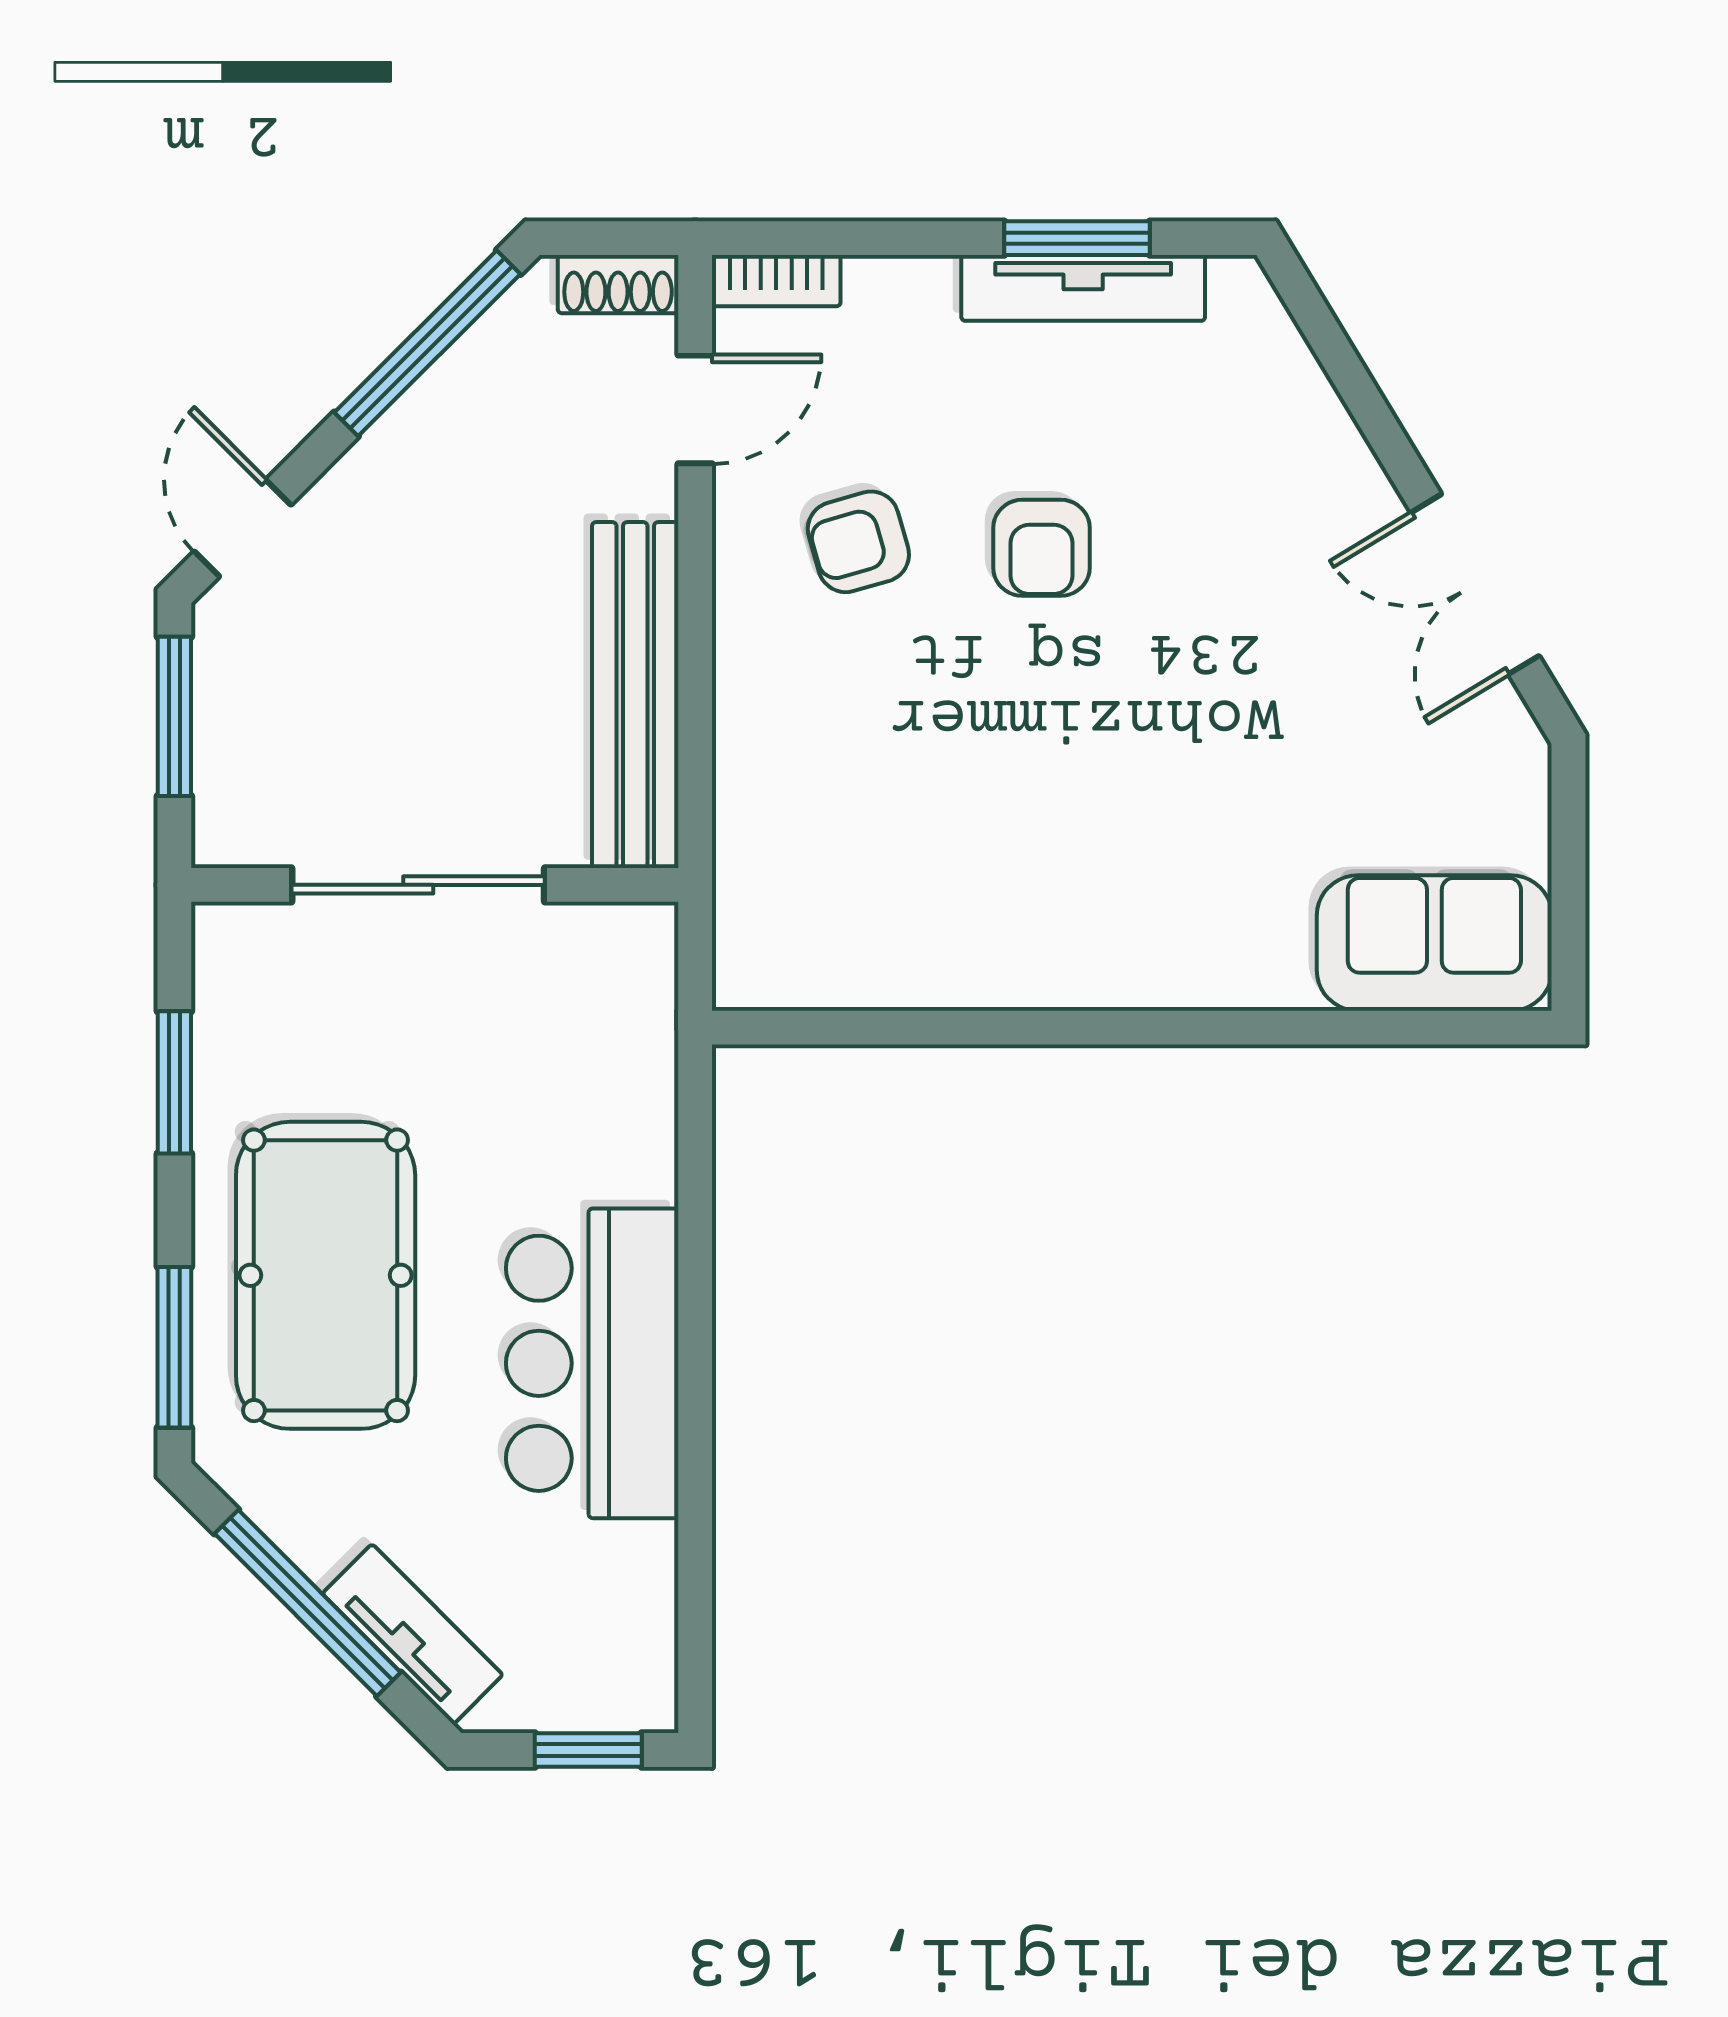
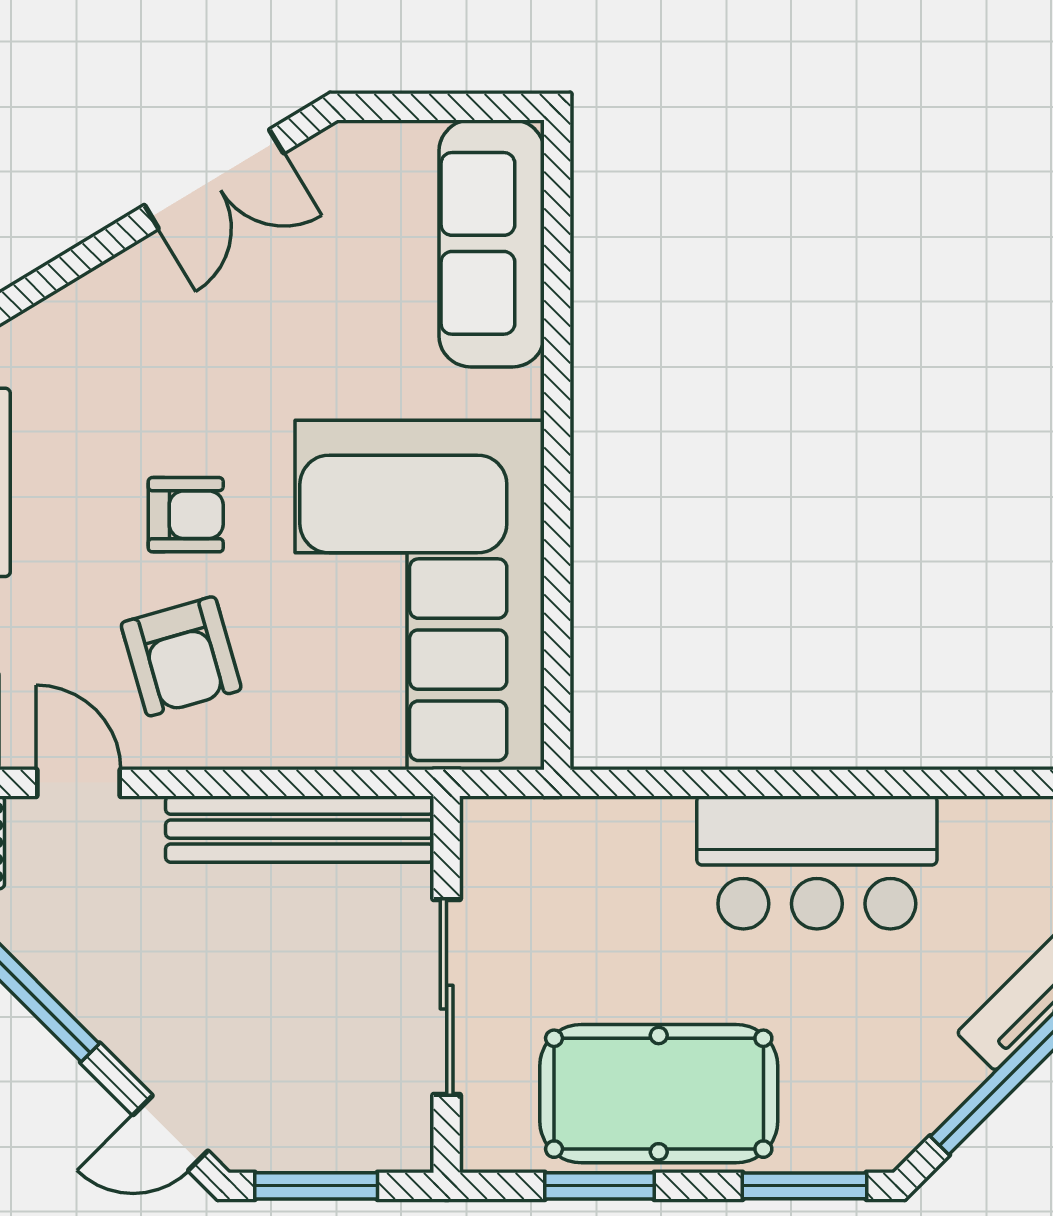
armchair: (858, 542) -> (181, 656), width x1.38, depth x1.38
corner sofa: (938, 850) -> (420, 595), added
sofa: (1434, 943) -> (492, 243), width x1.36
pool table: (326, 1275) -> (659, 1094), moved

